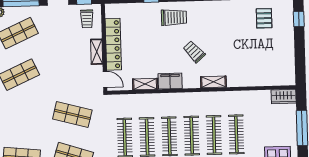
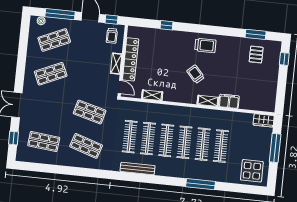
trolley: (174, 17) -> (205, 45), moved
filing cabinet: (170, 81) -> (229, 101), moved

